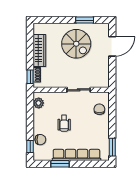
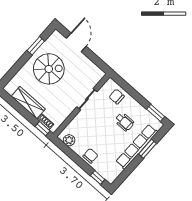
wheelchair: (64, 123) -> (124, 122), moved
chair: (40, 140) -> (90, 156), moved
window: (60, 164) -> (147, 149), moved

